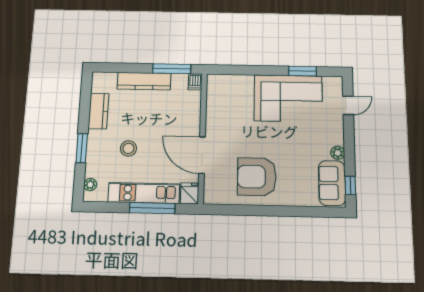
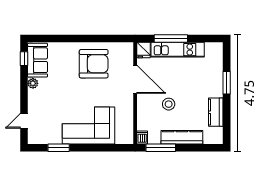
corner sofa: (288, 98) -> (88, 125), moved
stool: (128, 148) -> (169, 104), moved
plant: (90, 185) -> (218, 55), removed

